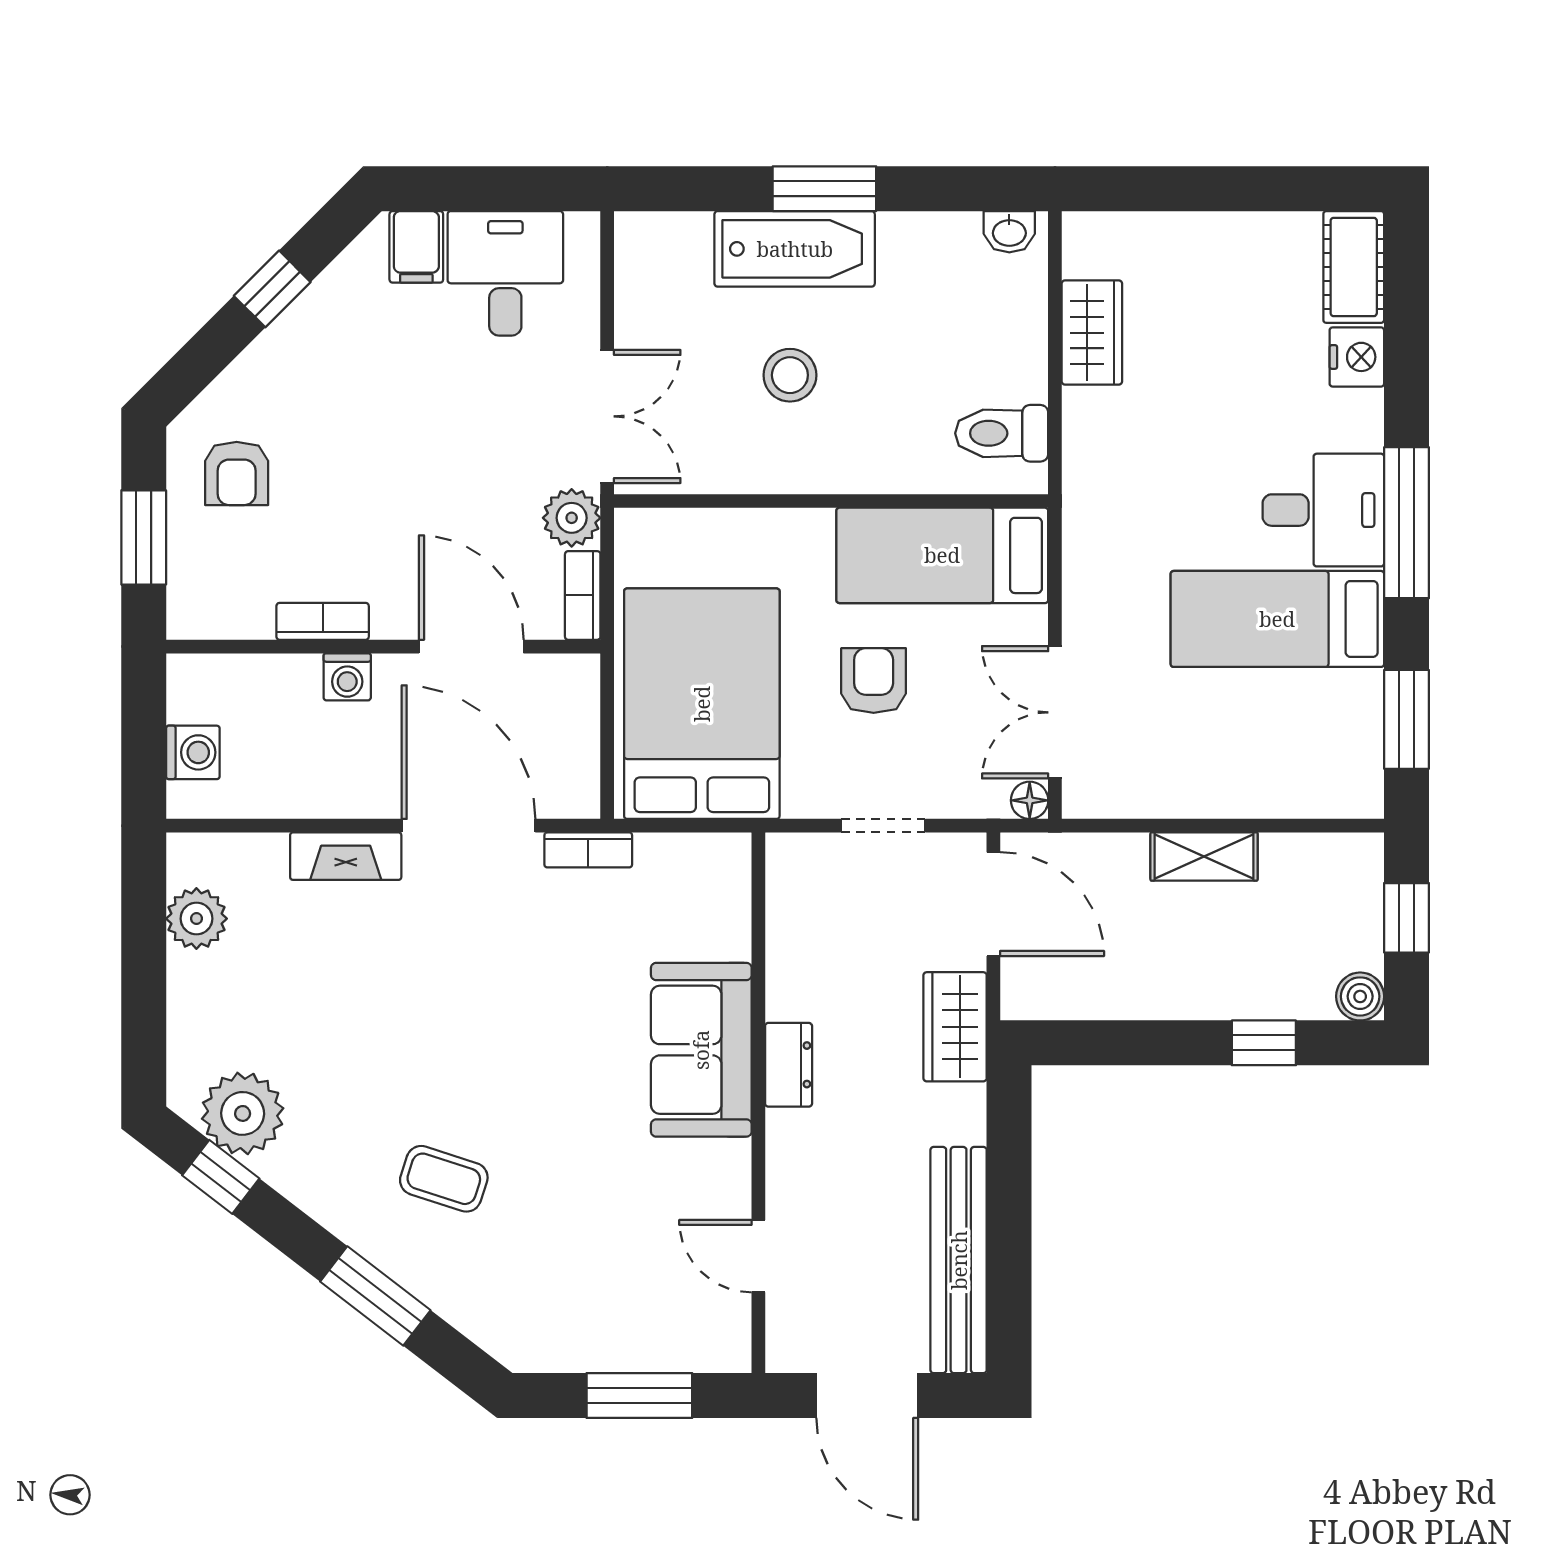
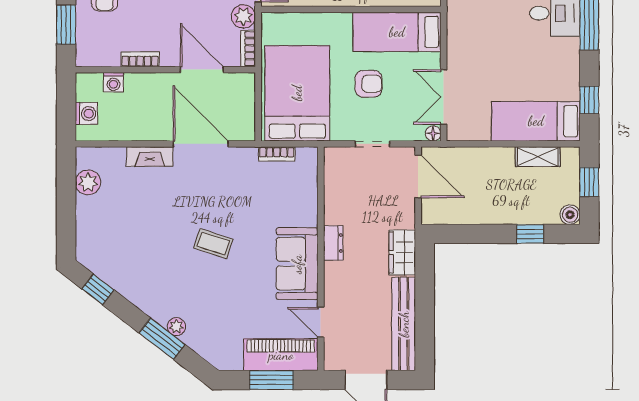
bed: (1277, 619) -> (536, 121), moved
washing machine: (347, 677) -> (114, 82), moved
armchair: (874, 681) -> (368, 84), turned 90
window: (1406, 719) -> (589, 100), width x0.67
bookcase: (588, 850) -> (277, 154), moved
shelving: (1204, 857) -> (538, 157), moved
wardrobe: (955, 1027) -> (402, 253), moved
sofa: (701, 1050) -> (297, 264), moved
plant: (243, 1113) -> (176, 327), moved, width x0.53, depth x0.53
coffee table: (444, 1179) -> (213, 244), moved
piano: (662, 1334) -> (281, 355), added

